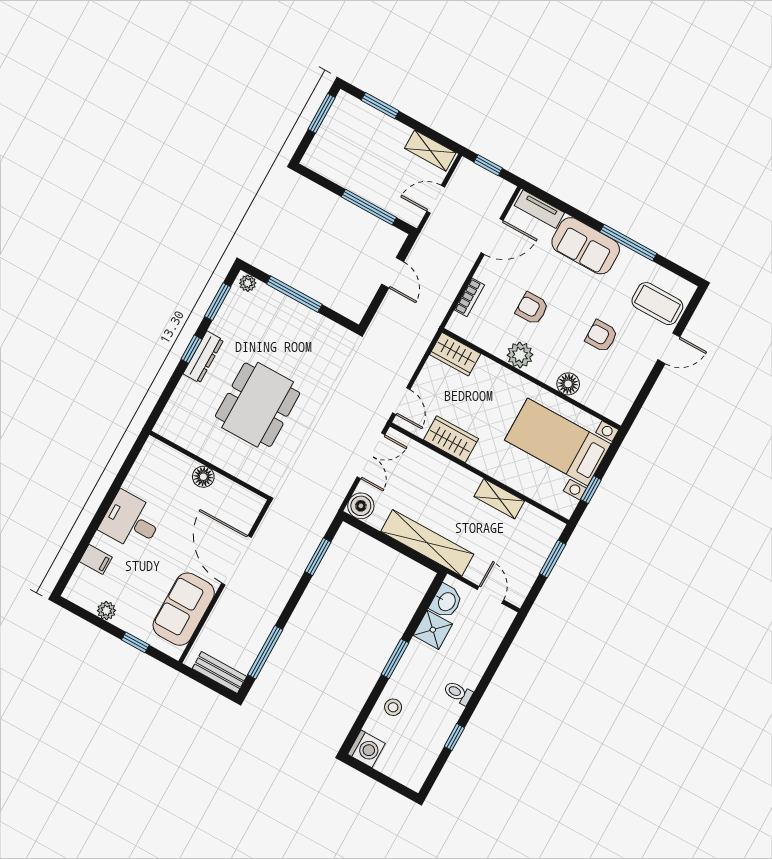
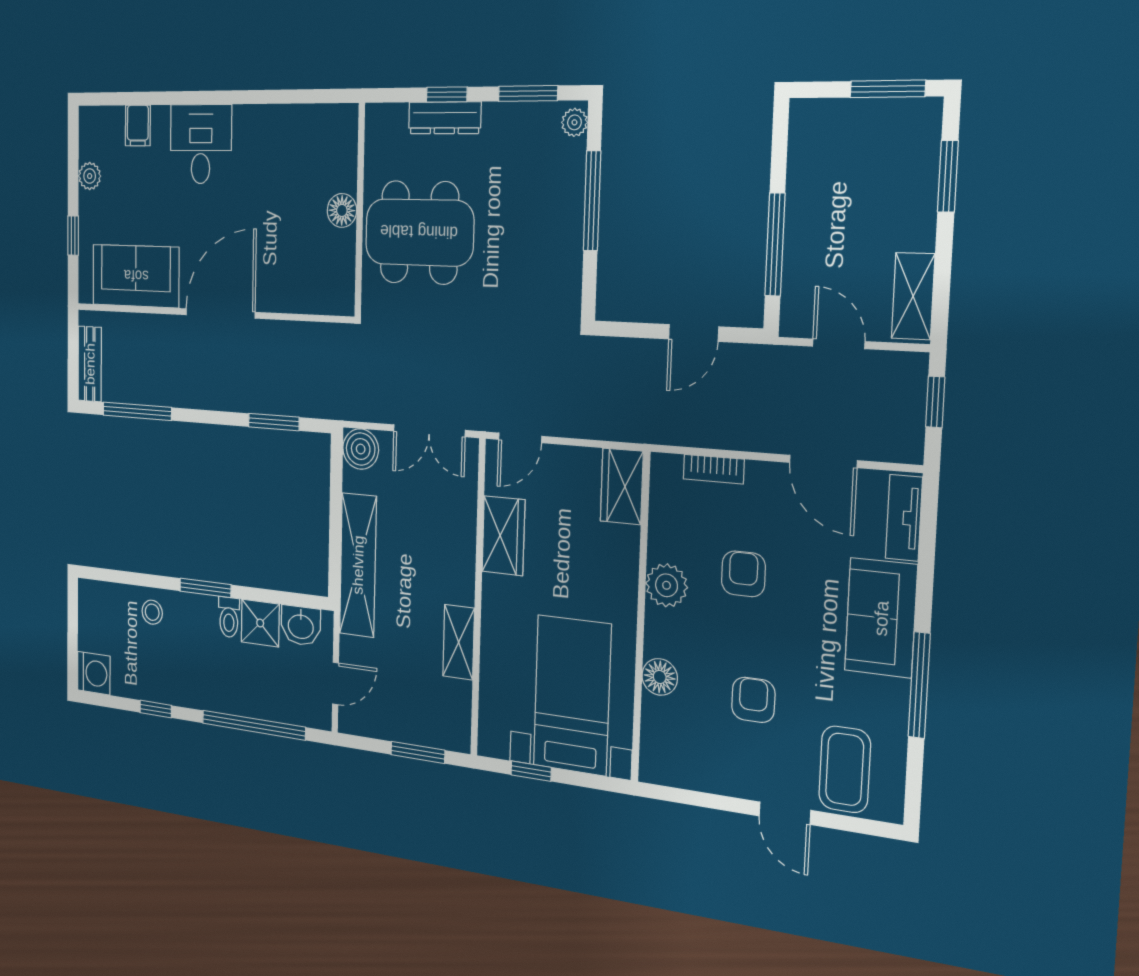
wall: (209, 465) -> (360, 211), moved
floor lamp: (203, 477) -> (342, 210), moved
window: (493, 668) -> (254, 725), added
toilet: (458, 693) -> (229, 617), moved, turned 180
washing machine: (366, 749) -> (94, 673), moved, turned -90

